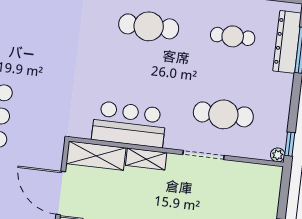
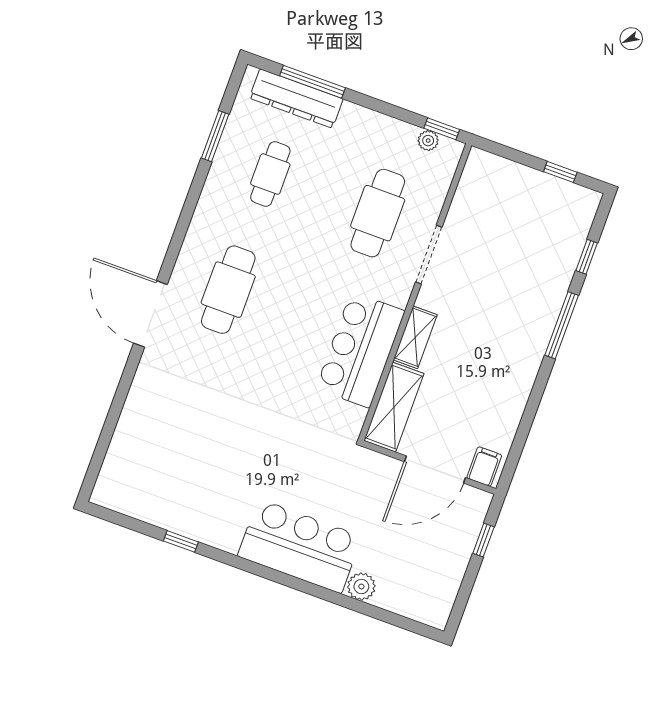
plant: (278, 155) -> (428, 141), moved

